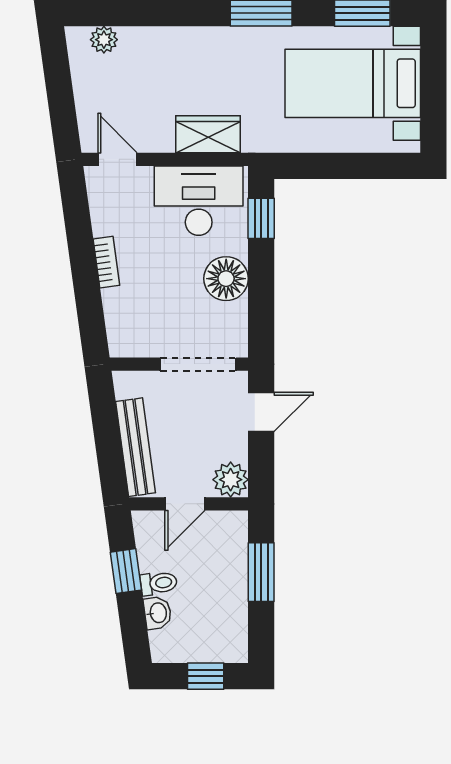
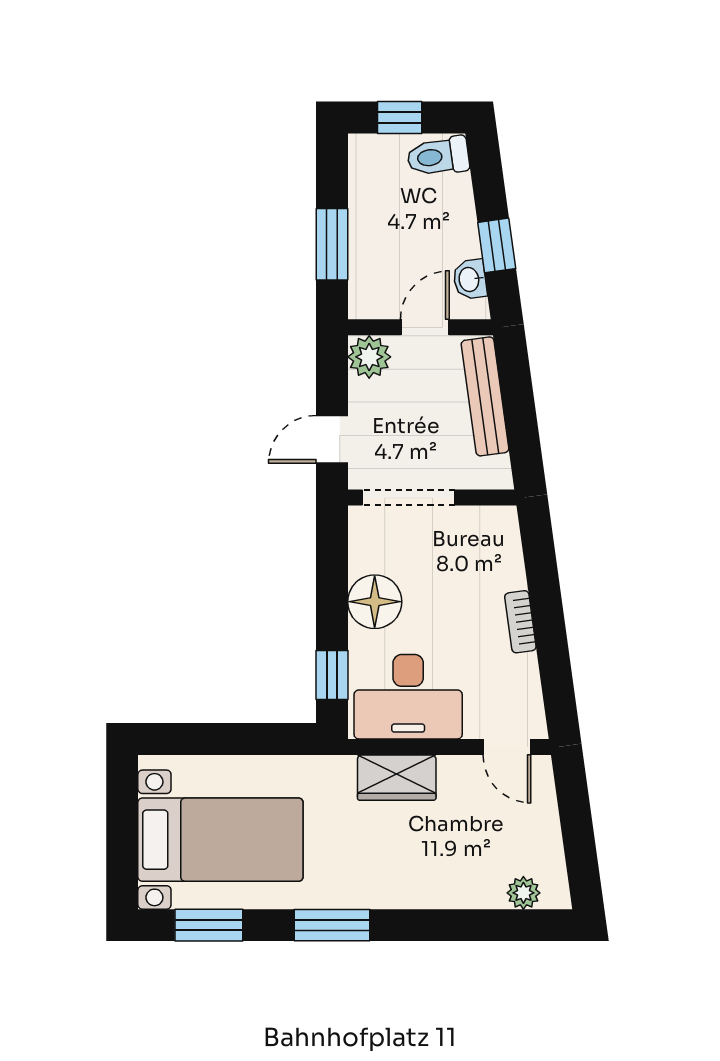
toilet: (159, 583) -> (438, 156), moved, width x1.37, depth x1.39
washbasin: (158, 613) -> (470, 279), moved

